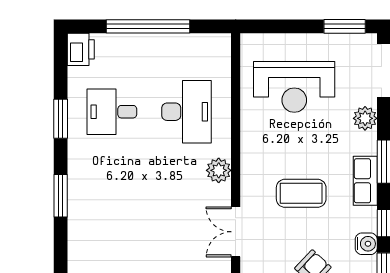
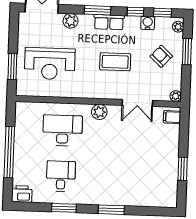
window: (345, 26) -> (12, 66), moved
reception desk: (294, 87) -> (50, 64), turned 90
desk: (112, 112) -> (61, 176), turned 180
coffee table: (301, 193) -> (115, 62), turned 90

